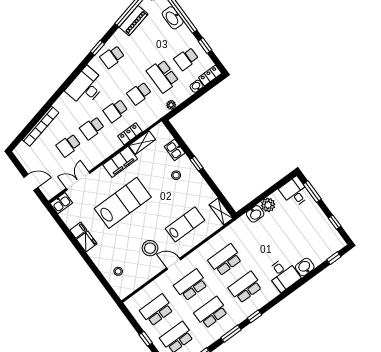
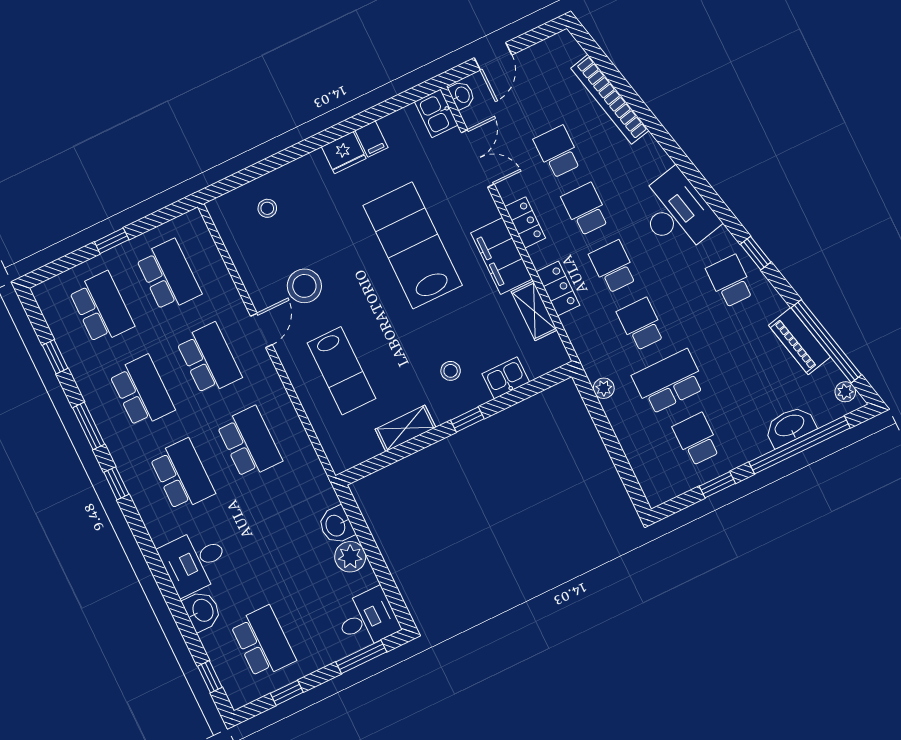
locker: (210, 75) -> (525, 222), moved
washbasin: (196, 86) -> (462, 95), moved
lab bench: (123, 203) -> (413, 245), turned 180
shelving: (221, 212) -> (405, 428), moved
school desk: (314, 237) -> (263, 642), added

